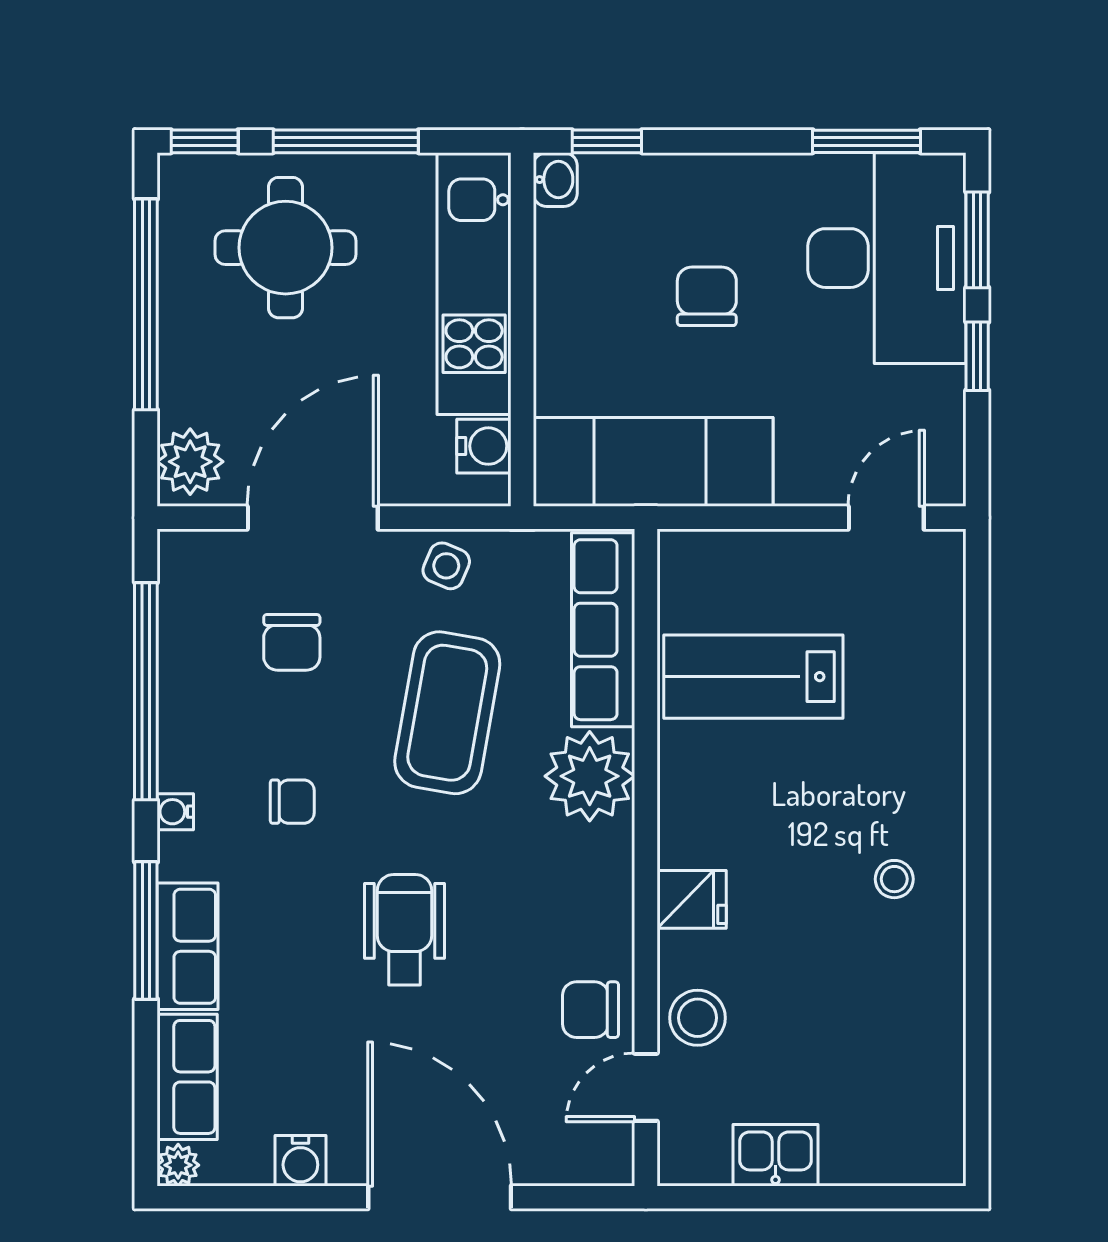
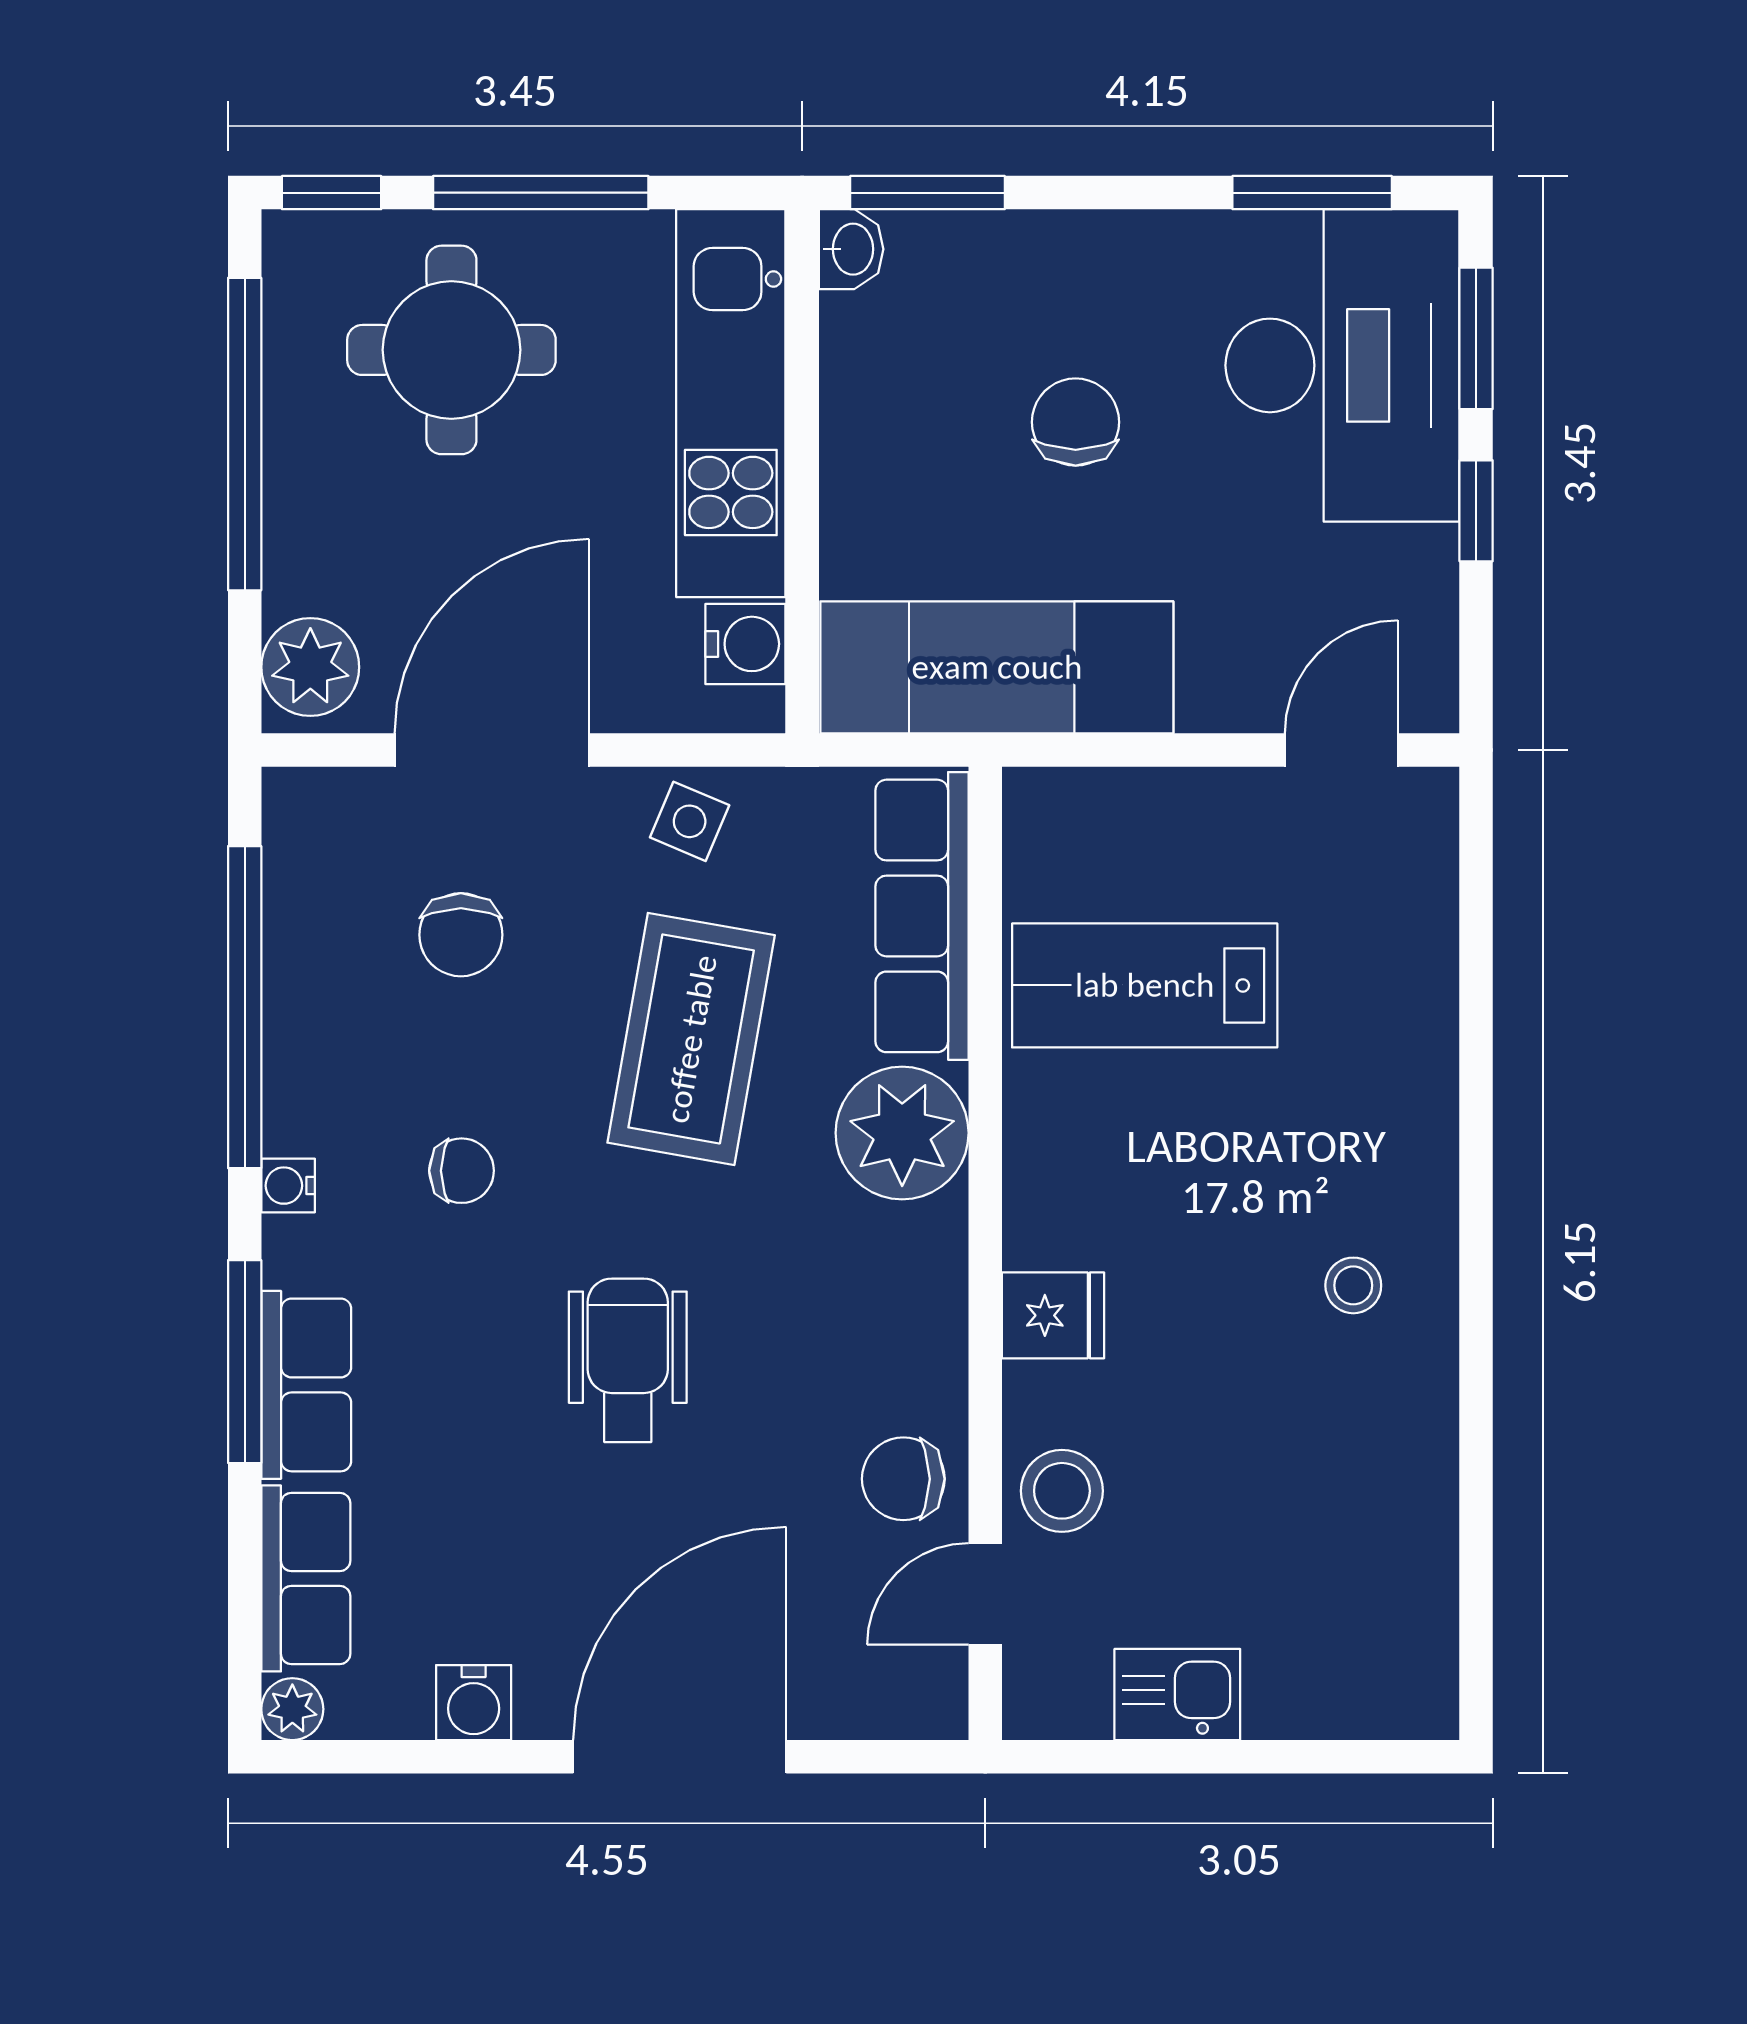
window: (607, 141) -> (927, 193), width x1.50
door: (440, 1197) -> (680, 1757), hinge flipped

